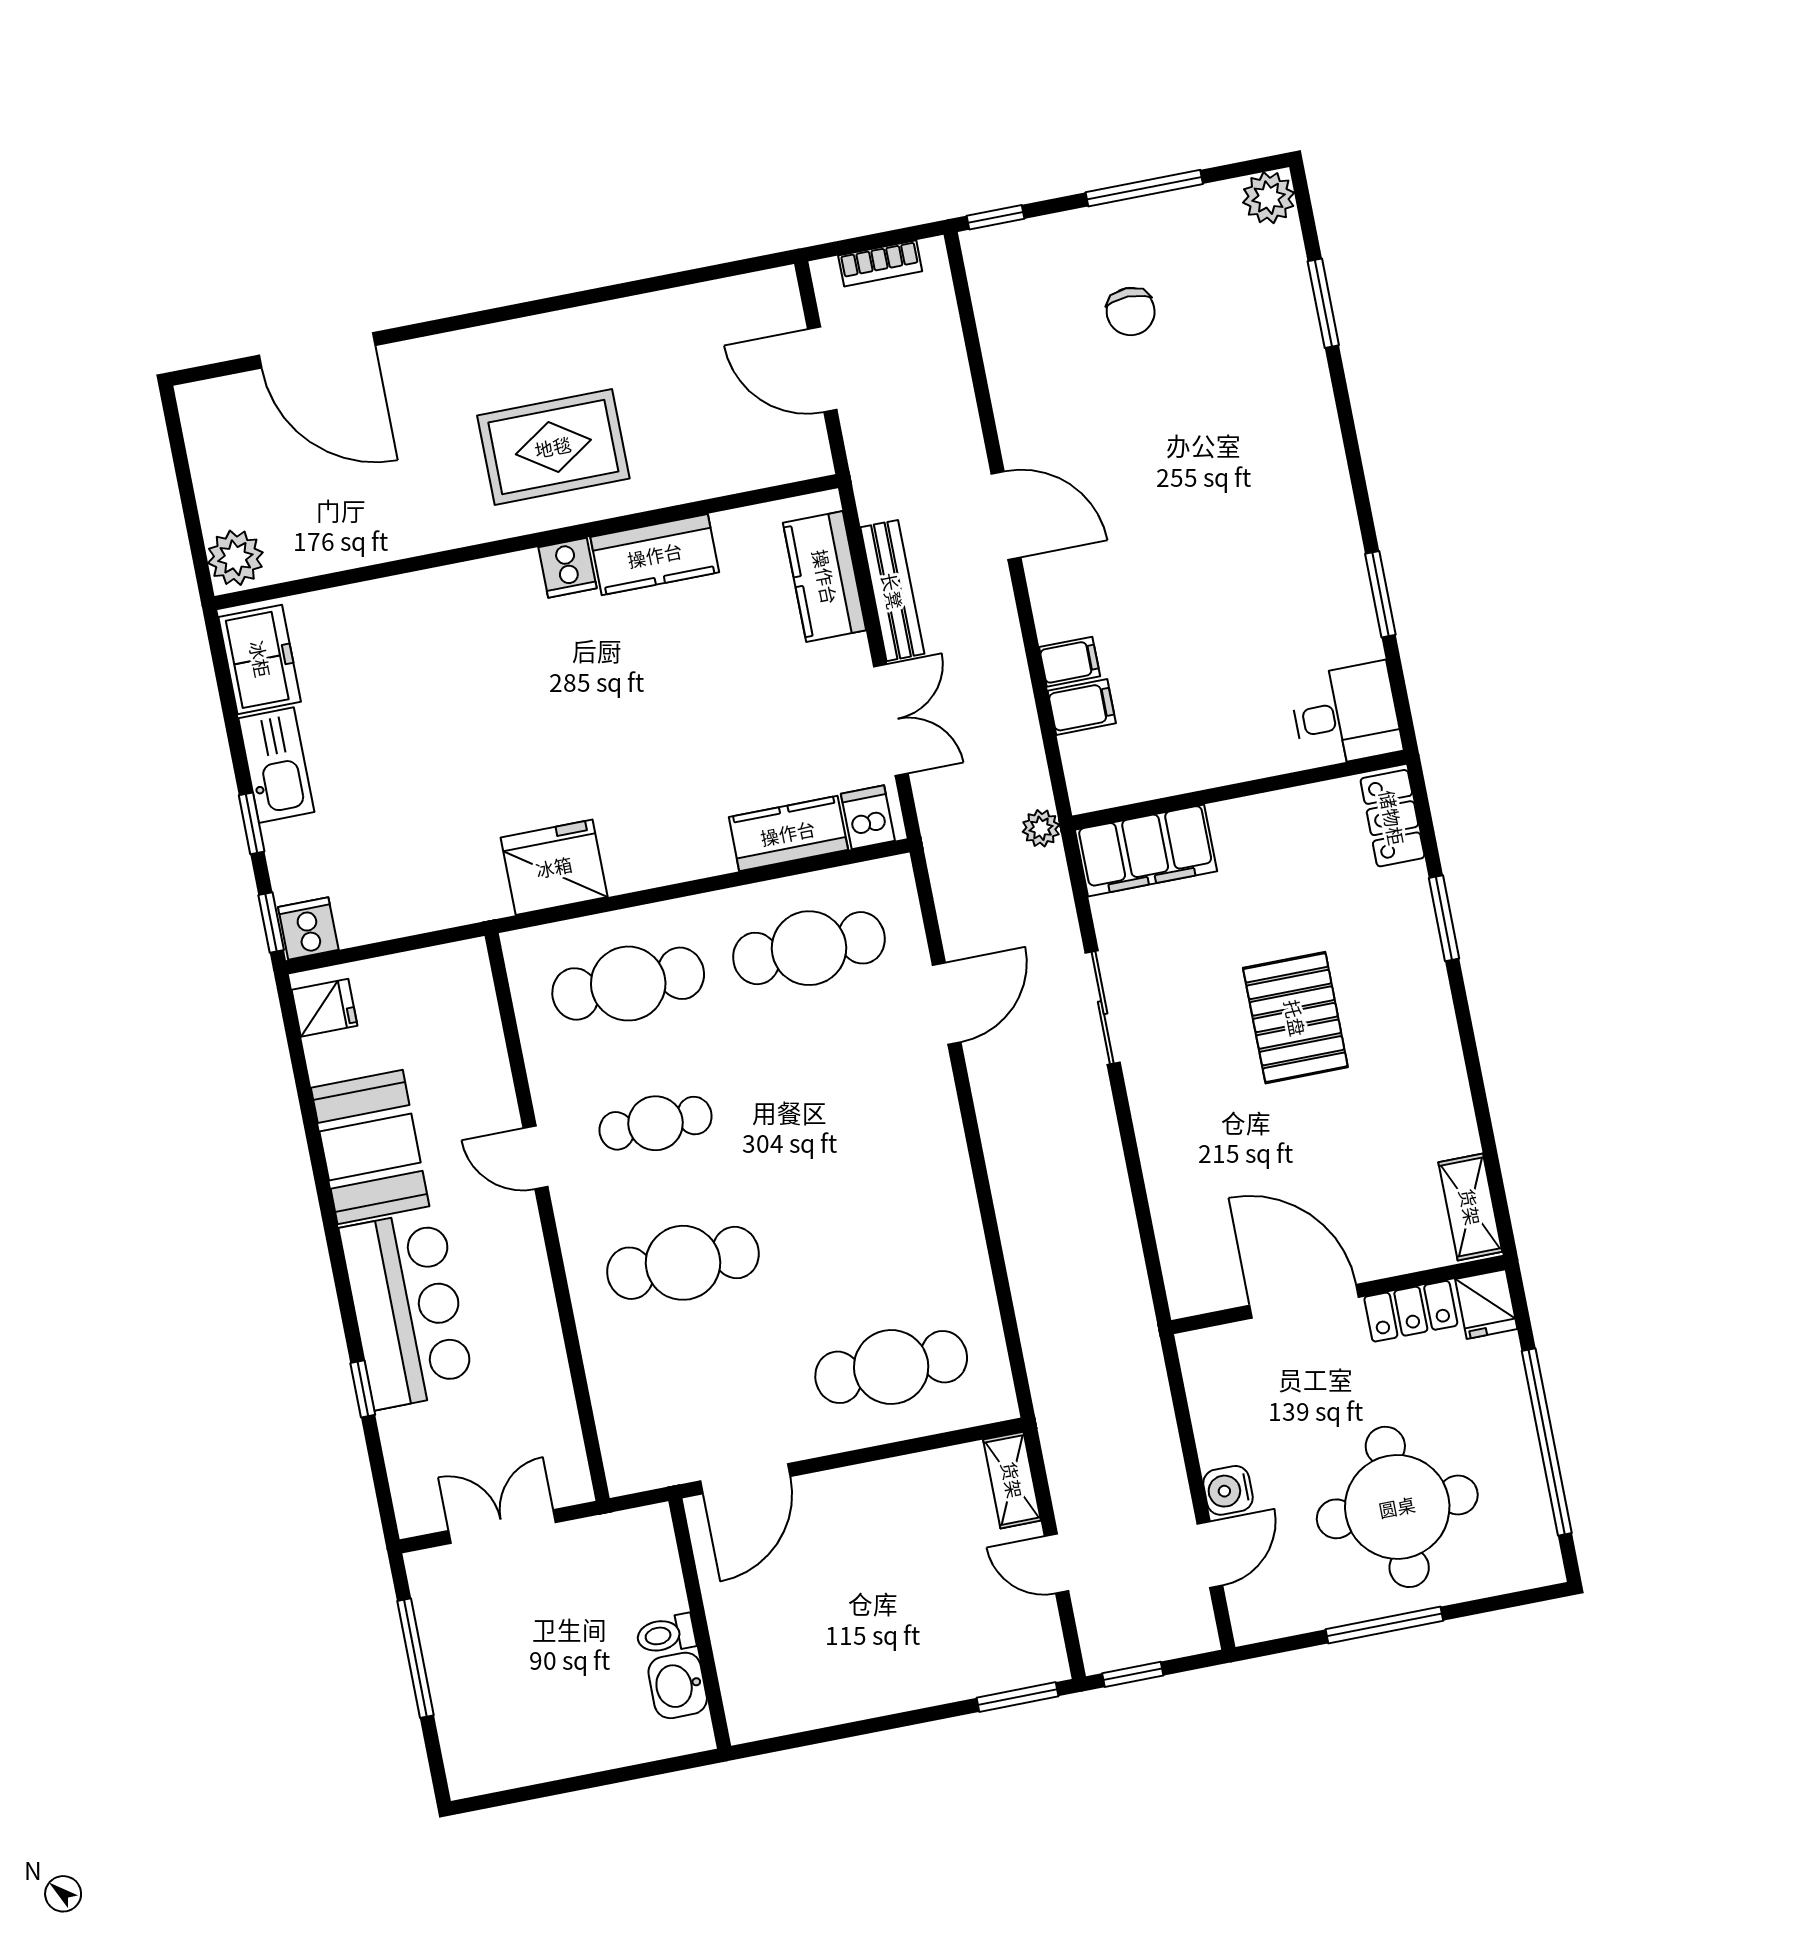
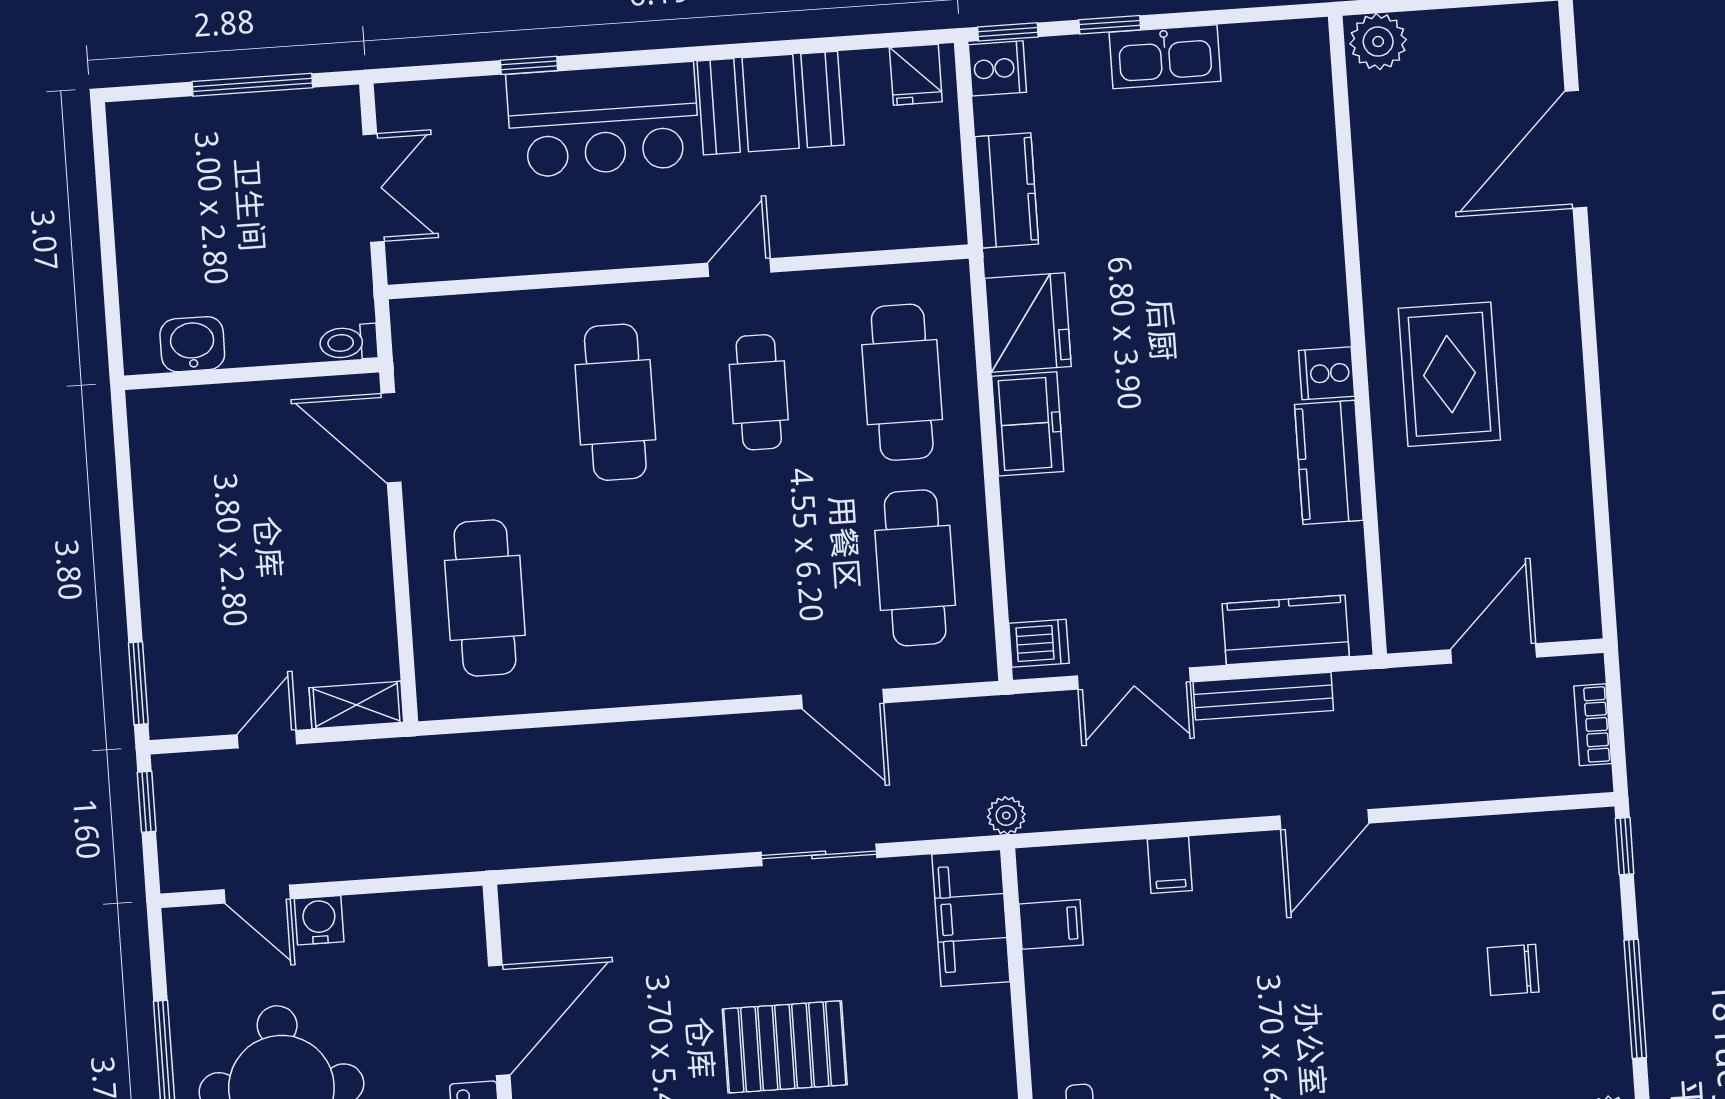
freezer: (260, 659) -> (1028, 424), moved, turned -90
filing cabinet: (1082, 707) -> (1051, 924), moved, turned -90
kitchen counter: (788, 833) -> (1007, 190), moved
toilet: (666, 1634) -> (349, 342), moved, turned -90

